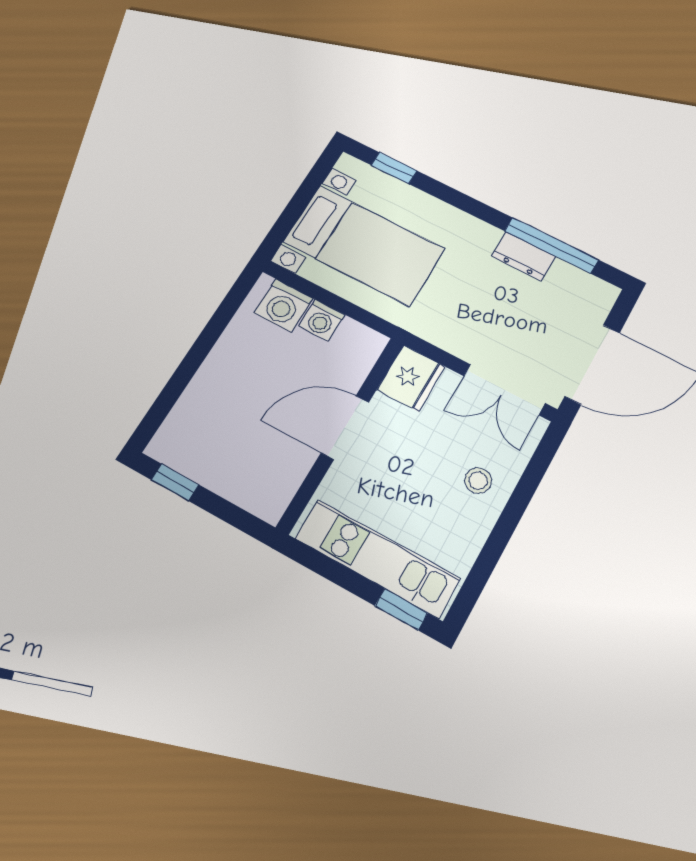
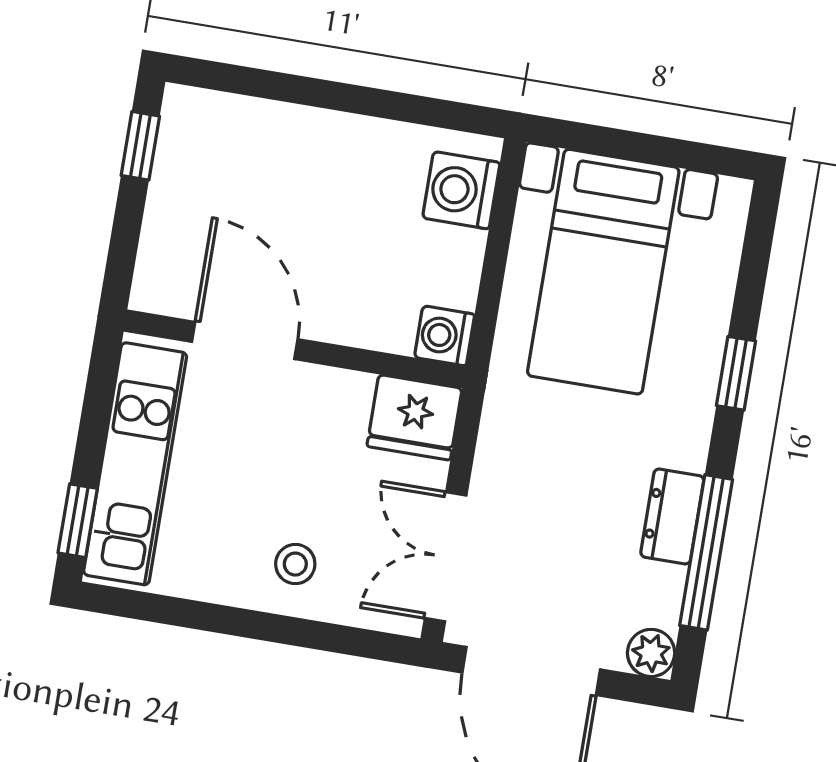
window: (394, 168) -> (736, 373), moved
plant: (602, 294) -> (651, 653), added
washing machine: (322, 320) -> (444, 336), moved
door: (345, 427) -> (245, 340), moved

